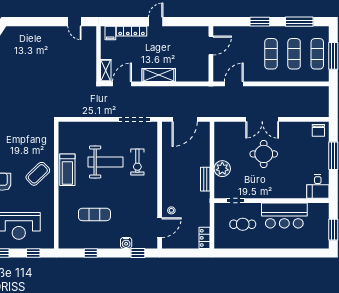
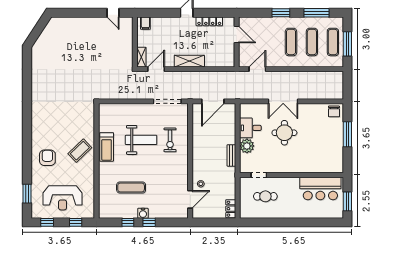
locker: (132, 31) -> (209, 21), moved
door: (211, 46) -> (237, 34), hinge flipped
desk: (318, 187) -> (250, 128), moved, turned 90
bar counter: (284, 216) -> (320, 188), moved
water cooler: (126, 243) -> (143, 213), moved
window: (138, 253) -> (149, 222), moved

